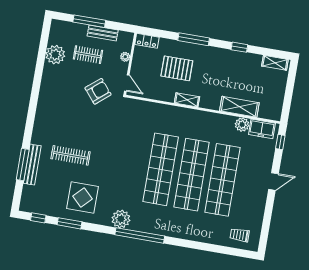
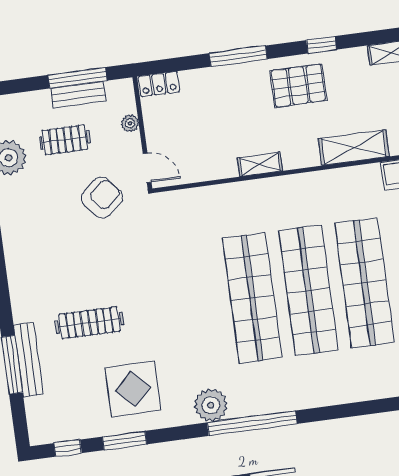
window: (89, 21) -> (78, 78), moved
pallet: (177, 68) -> (298, 86), moved
plant: (242, 125) -> (368, 177), removed

